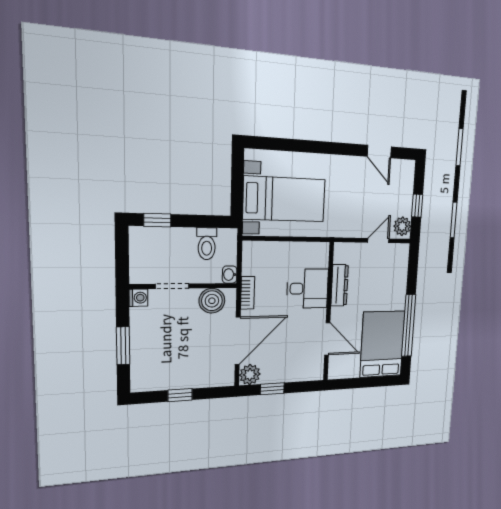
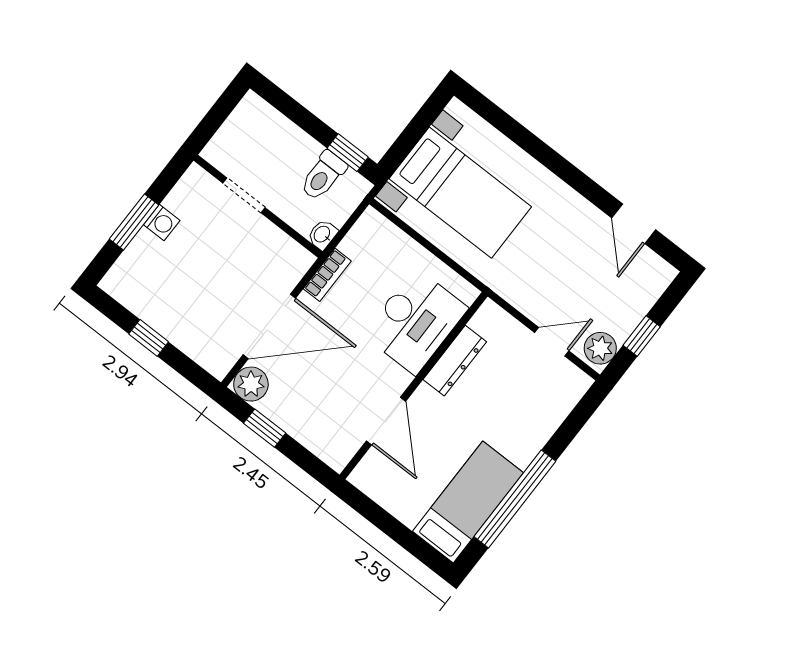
window: (157, 220) -> (348, 153), moved
desk: (307, 289) -> (415, 321), width x1.37
washing machine: (138, 298) -> (162, 223), moved
boiler: (212, 301) -> (277, 250), removed
bed: (382, 344) -> (468, 502), width x0.67

